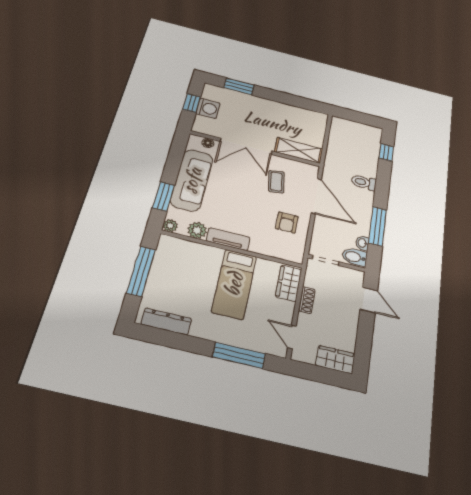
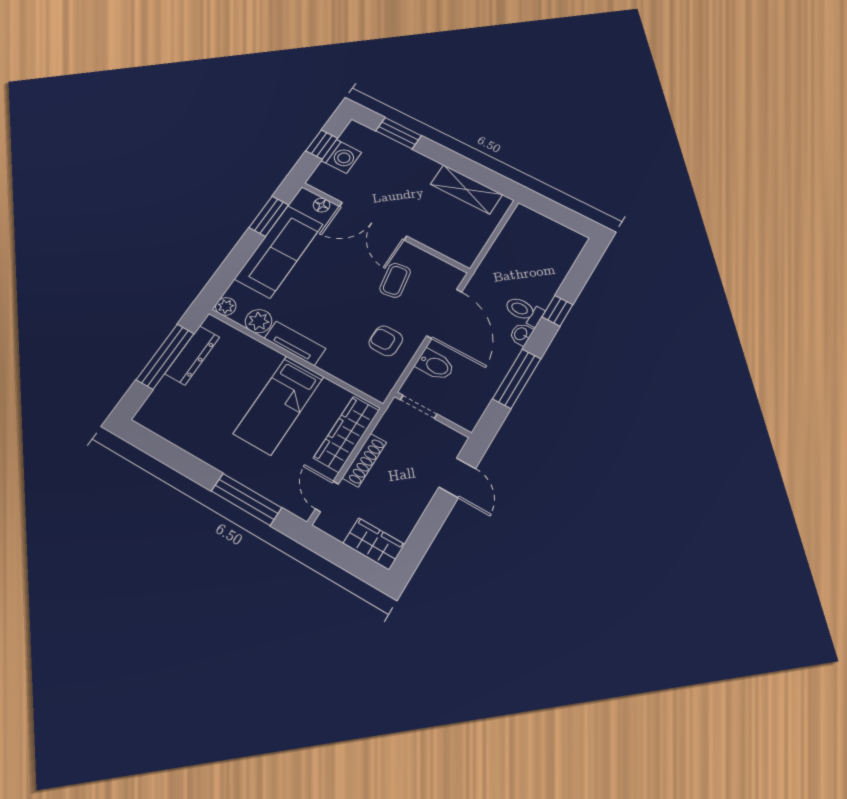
shelving: (299, 150) -> (466, 189), moved
window: (386, 152) -> (557, 311), moved
window: (164, 196) -> (269, 216), moved
armchair: (287, 223) -> (386, 341), turned 90
washbasin: (362, 243) -> (521, 334), moved
bidet: (355, 257) -> (435, 365), moved, turned 180
wardrobe: (289, 283) -> (346, 434), width x1.50
shoe rack: (307, 300) -> (364, 460), width x1.43
dresser: (166, 321) -> (192, 355), moved, turned 90

